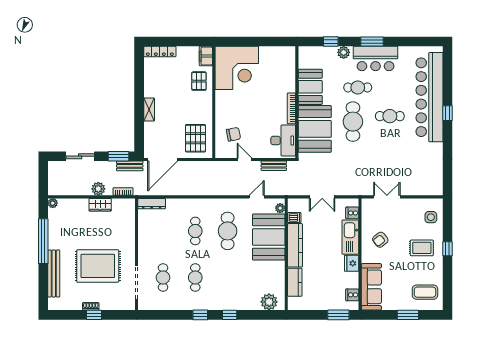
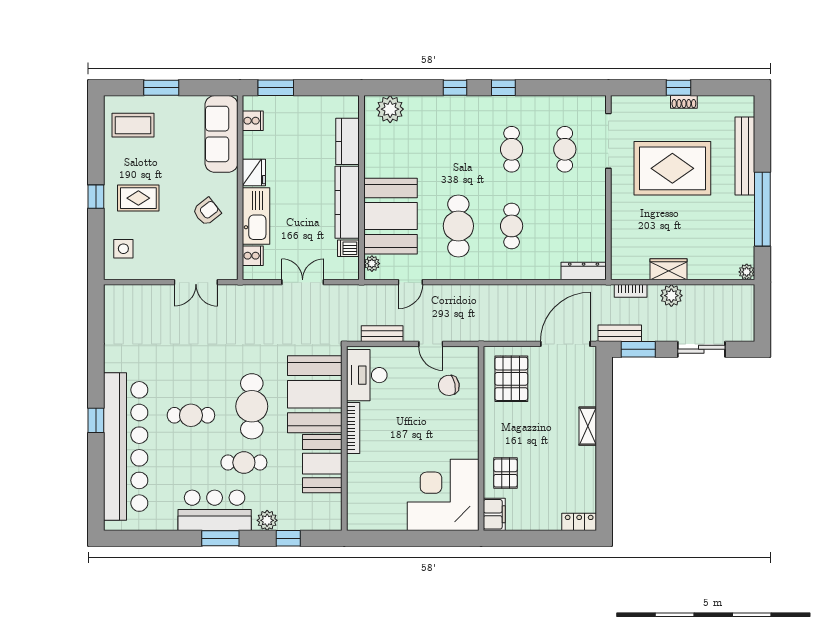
locker: (160, 51) -> (579, 522), width x0.66

